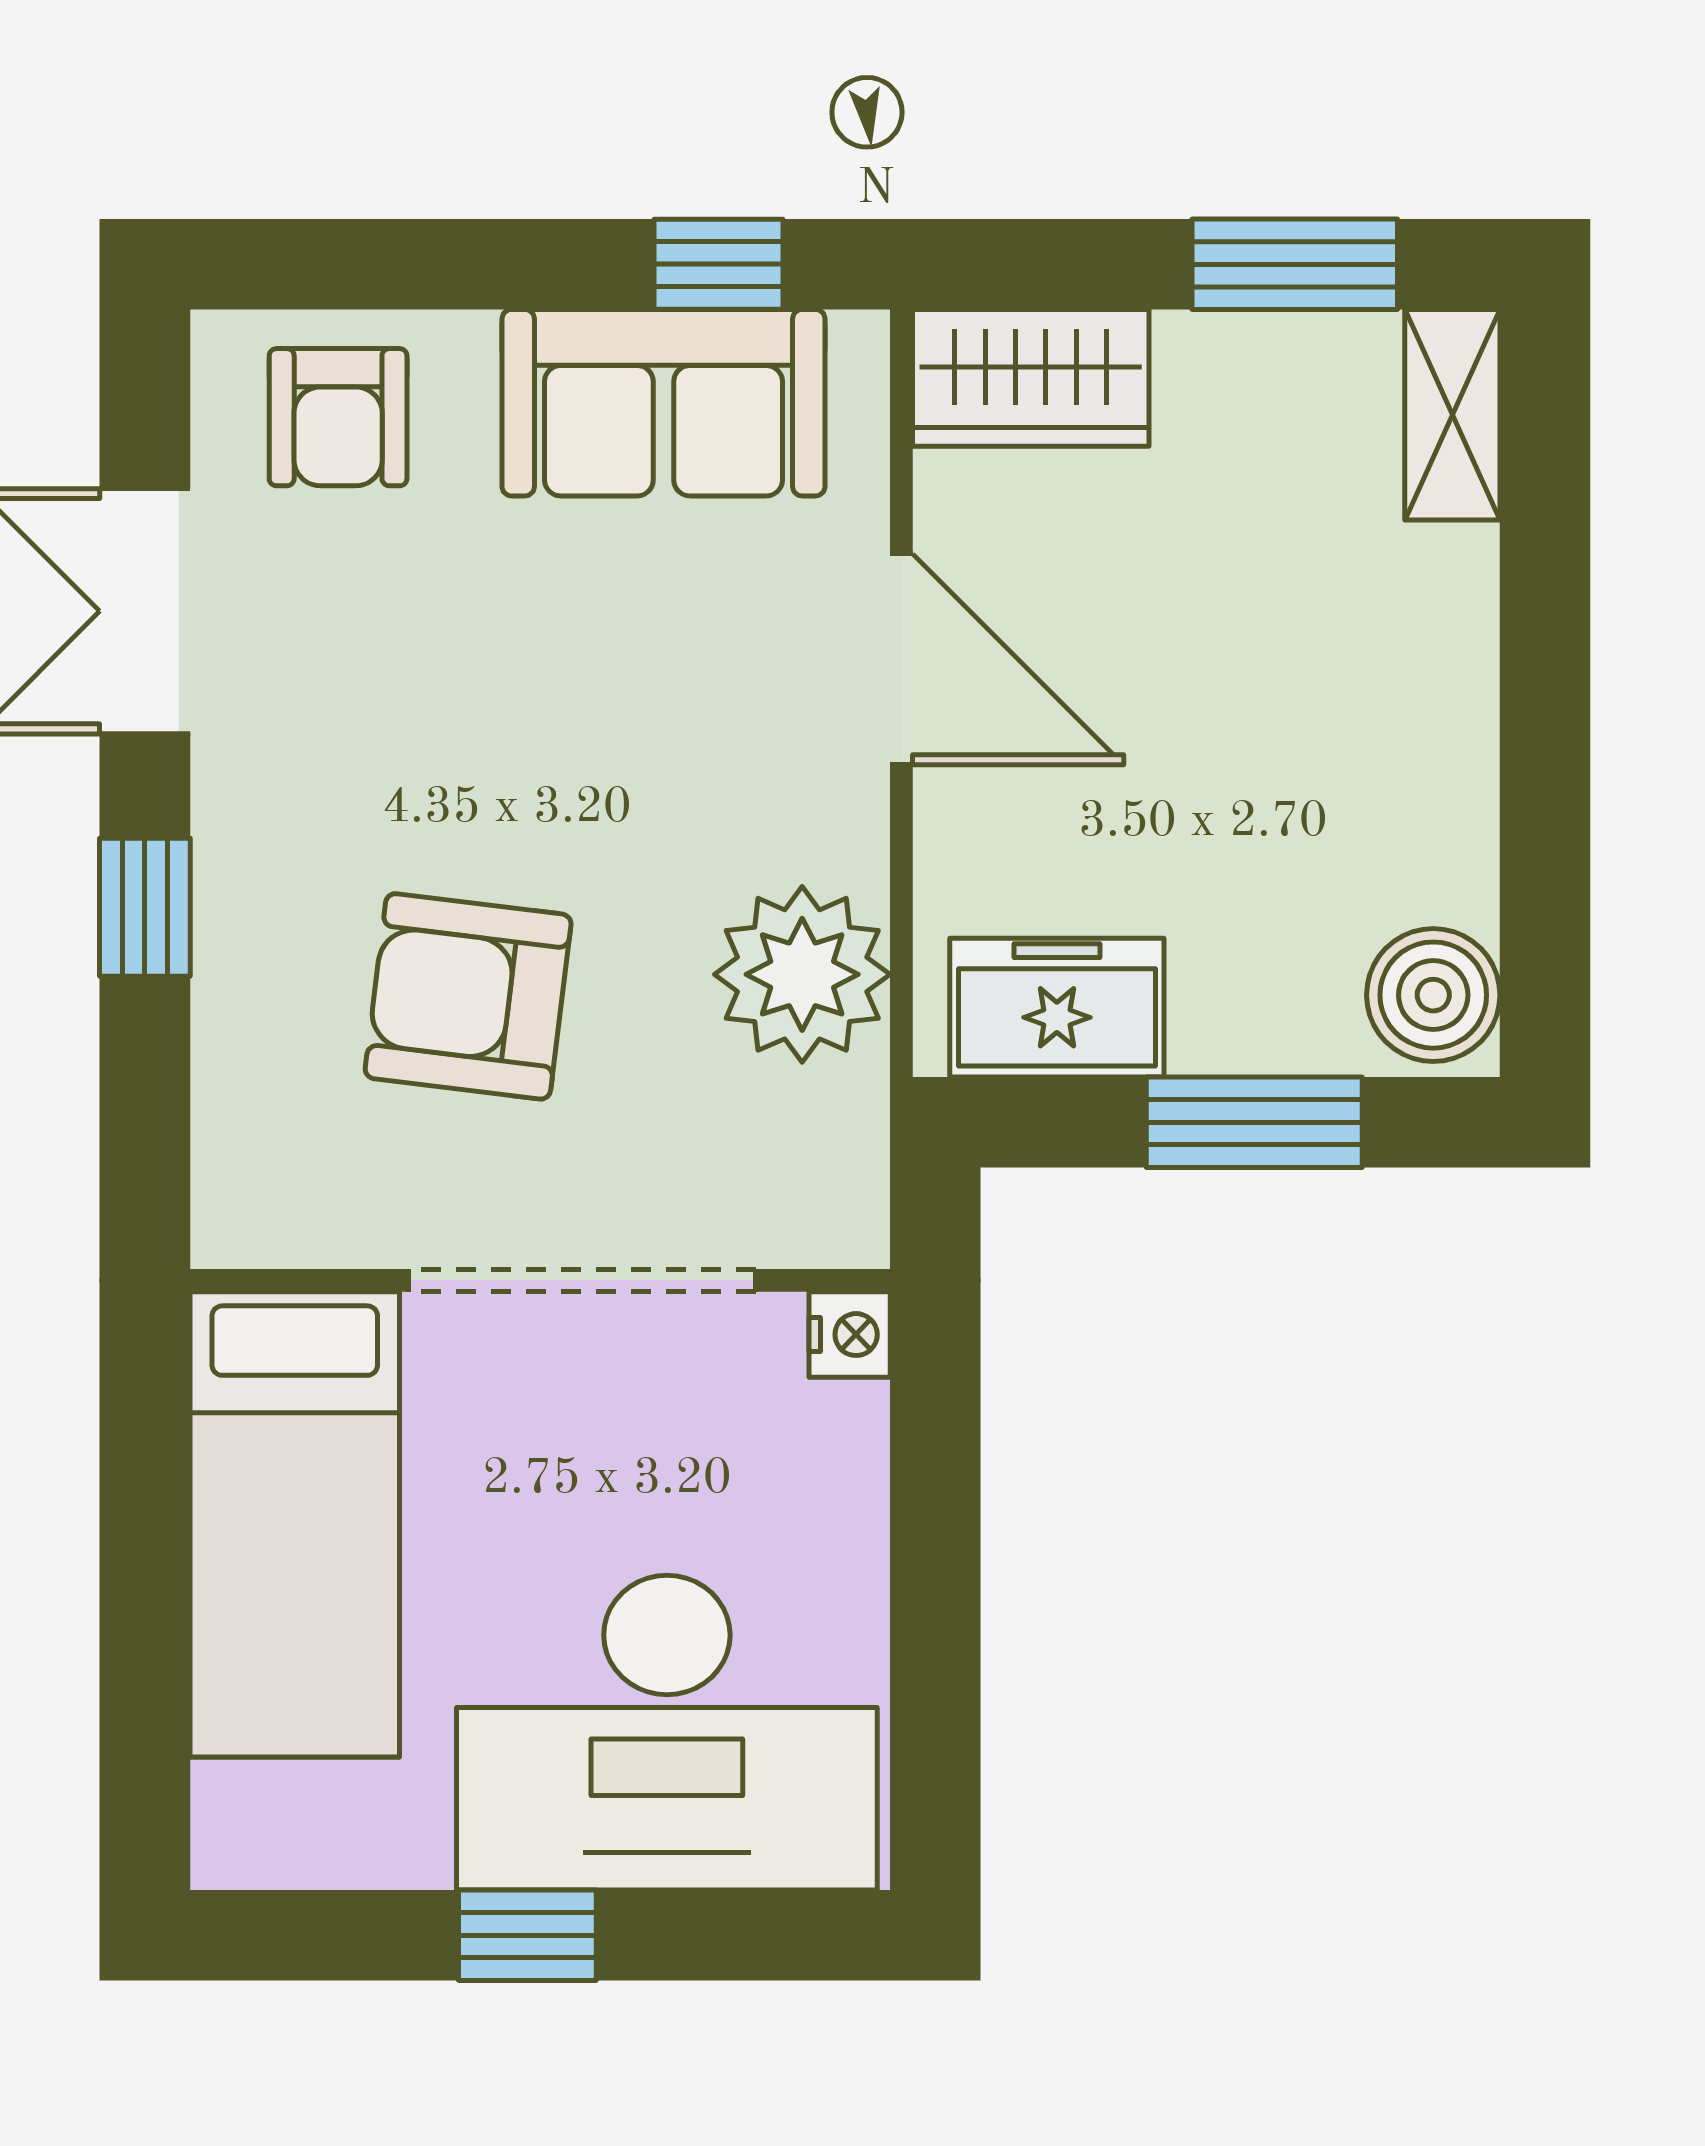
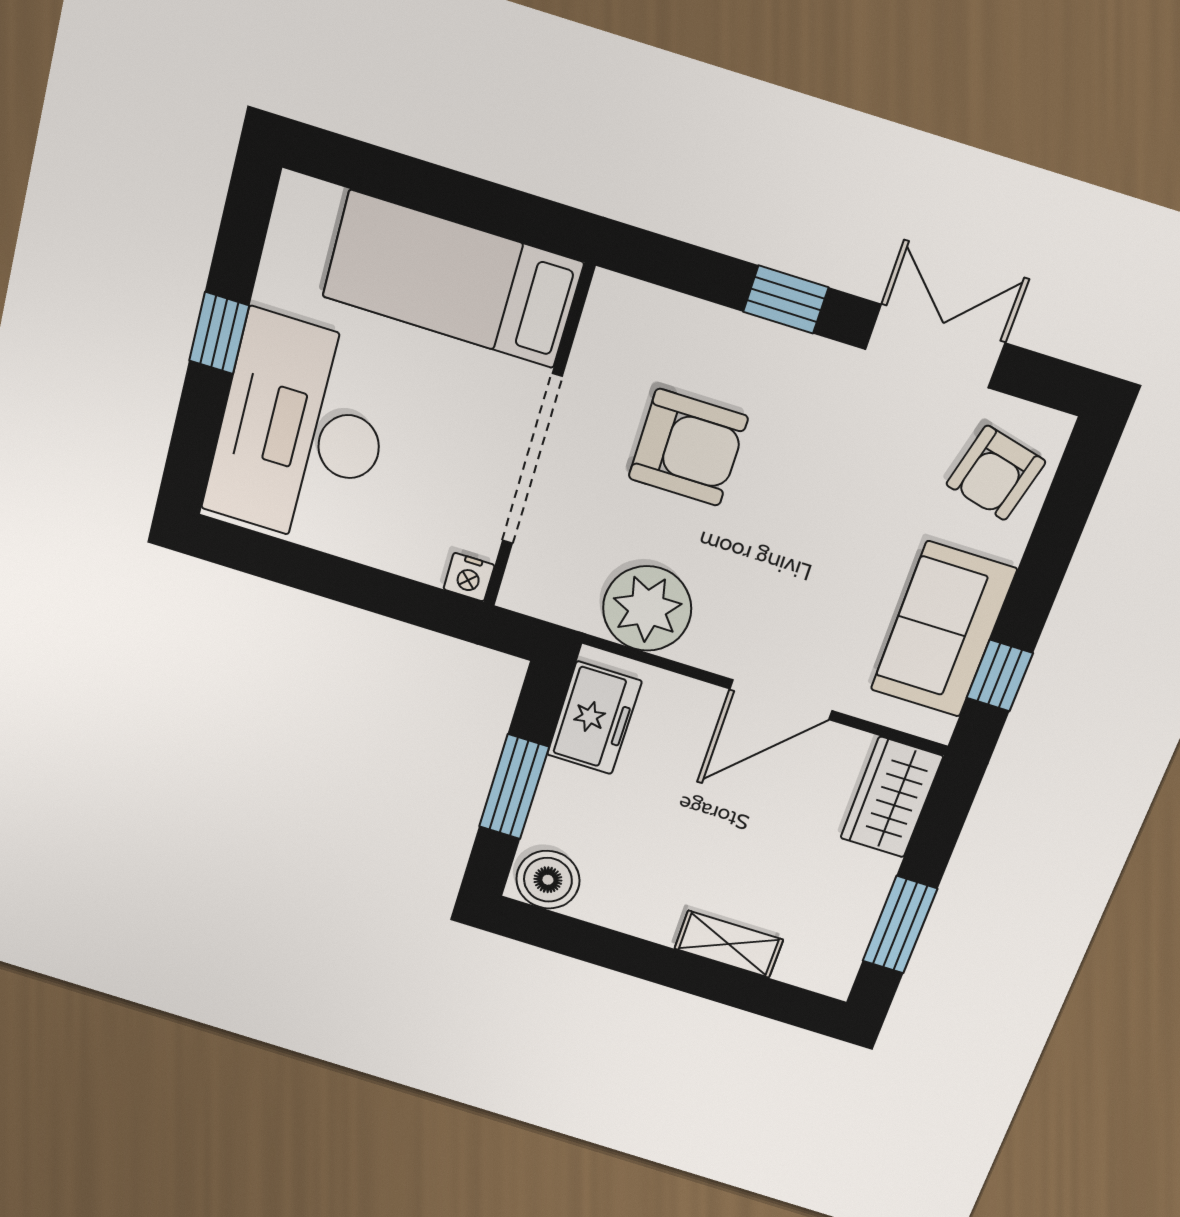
shelving: (1452, 415) -> (729, 944), moved
armchair: (338, 417) -> (996, 473), turned -76
armchair: (468, 996) -> (688, 447), turned 83

